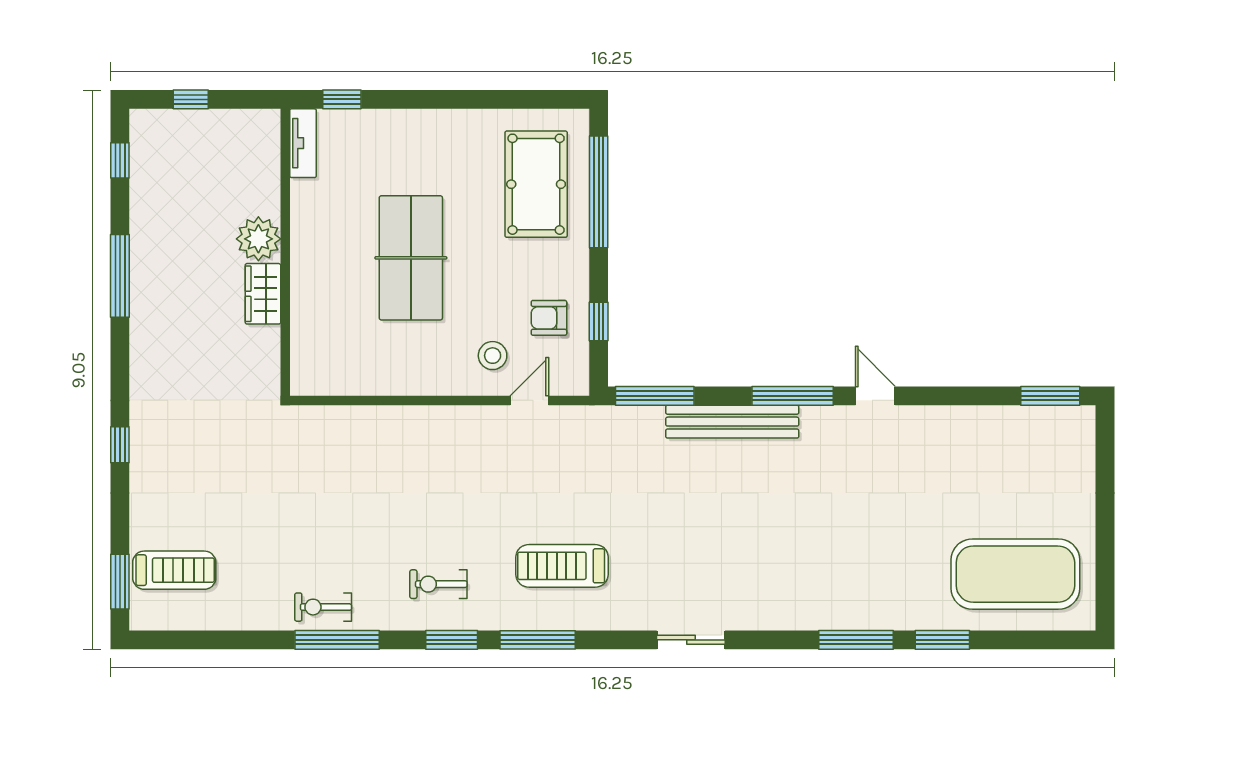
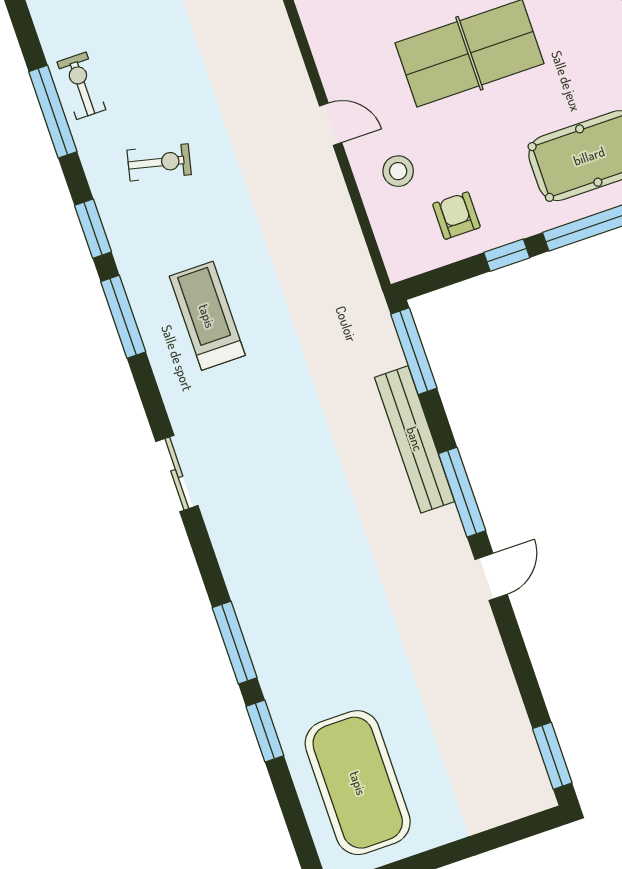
window: (599, 322) -> (507, 255), moved
door: (529, 400) -> (331, 124), moved
exercise bike: (438, 584) -> (159, 162), moved, turned 103

